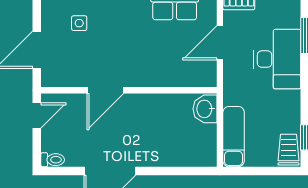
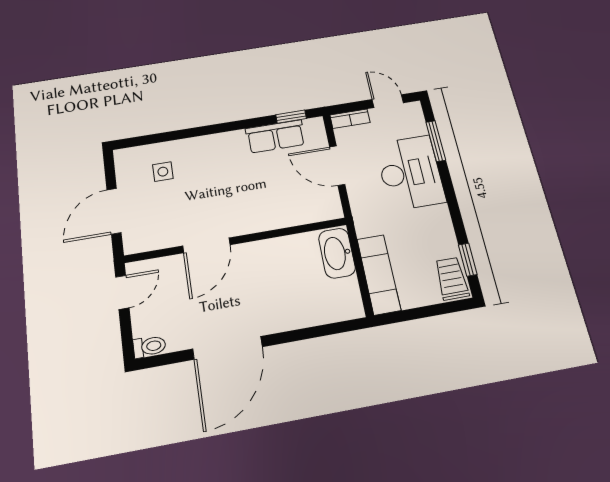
door: (220, 43) -> (337, 166), hinge flipped
washbasin: (205, 109) -> (337, 253), width x1.38

